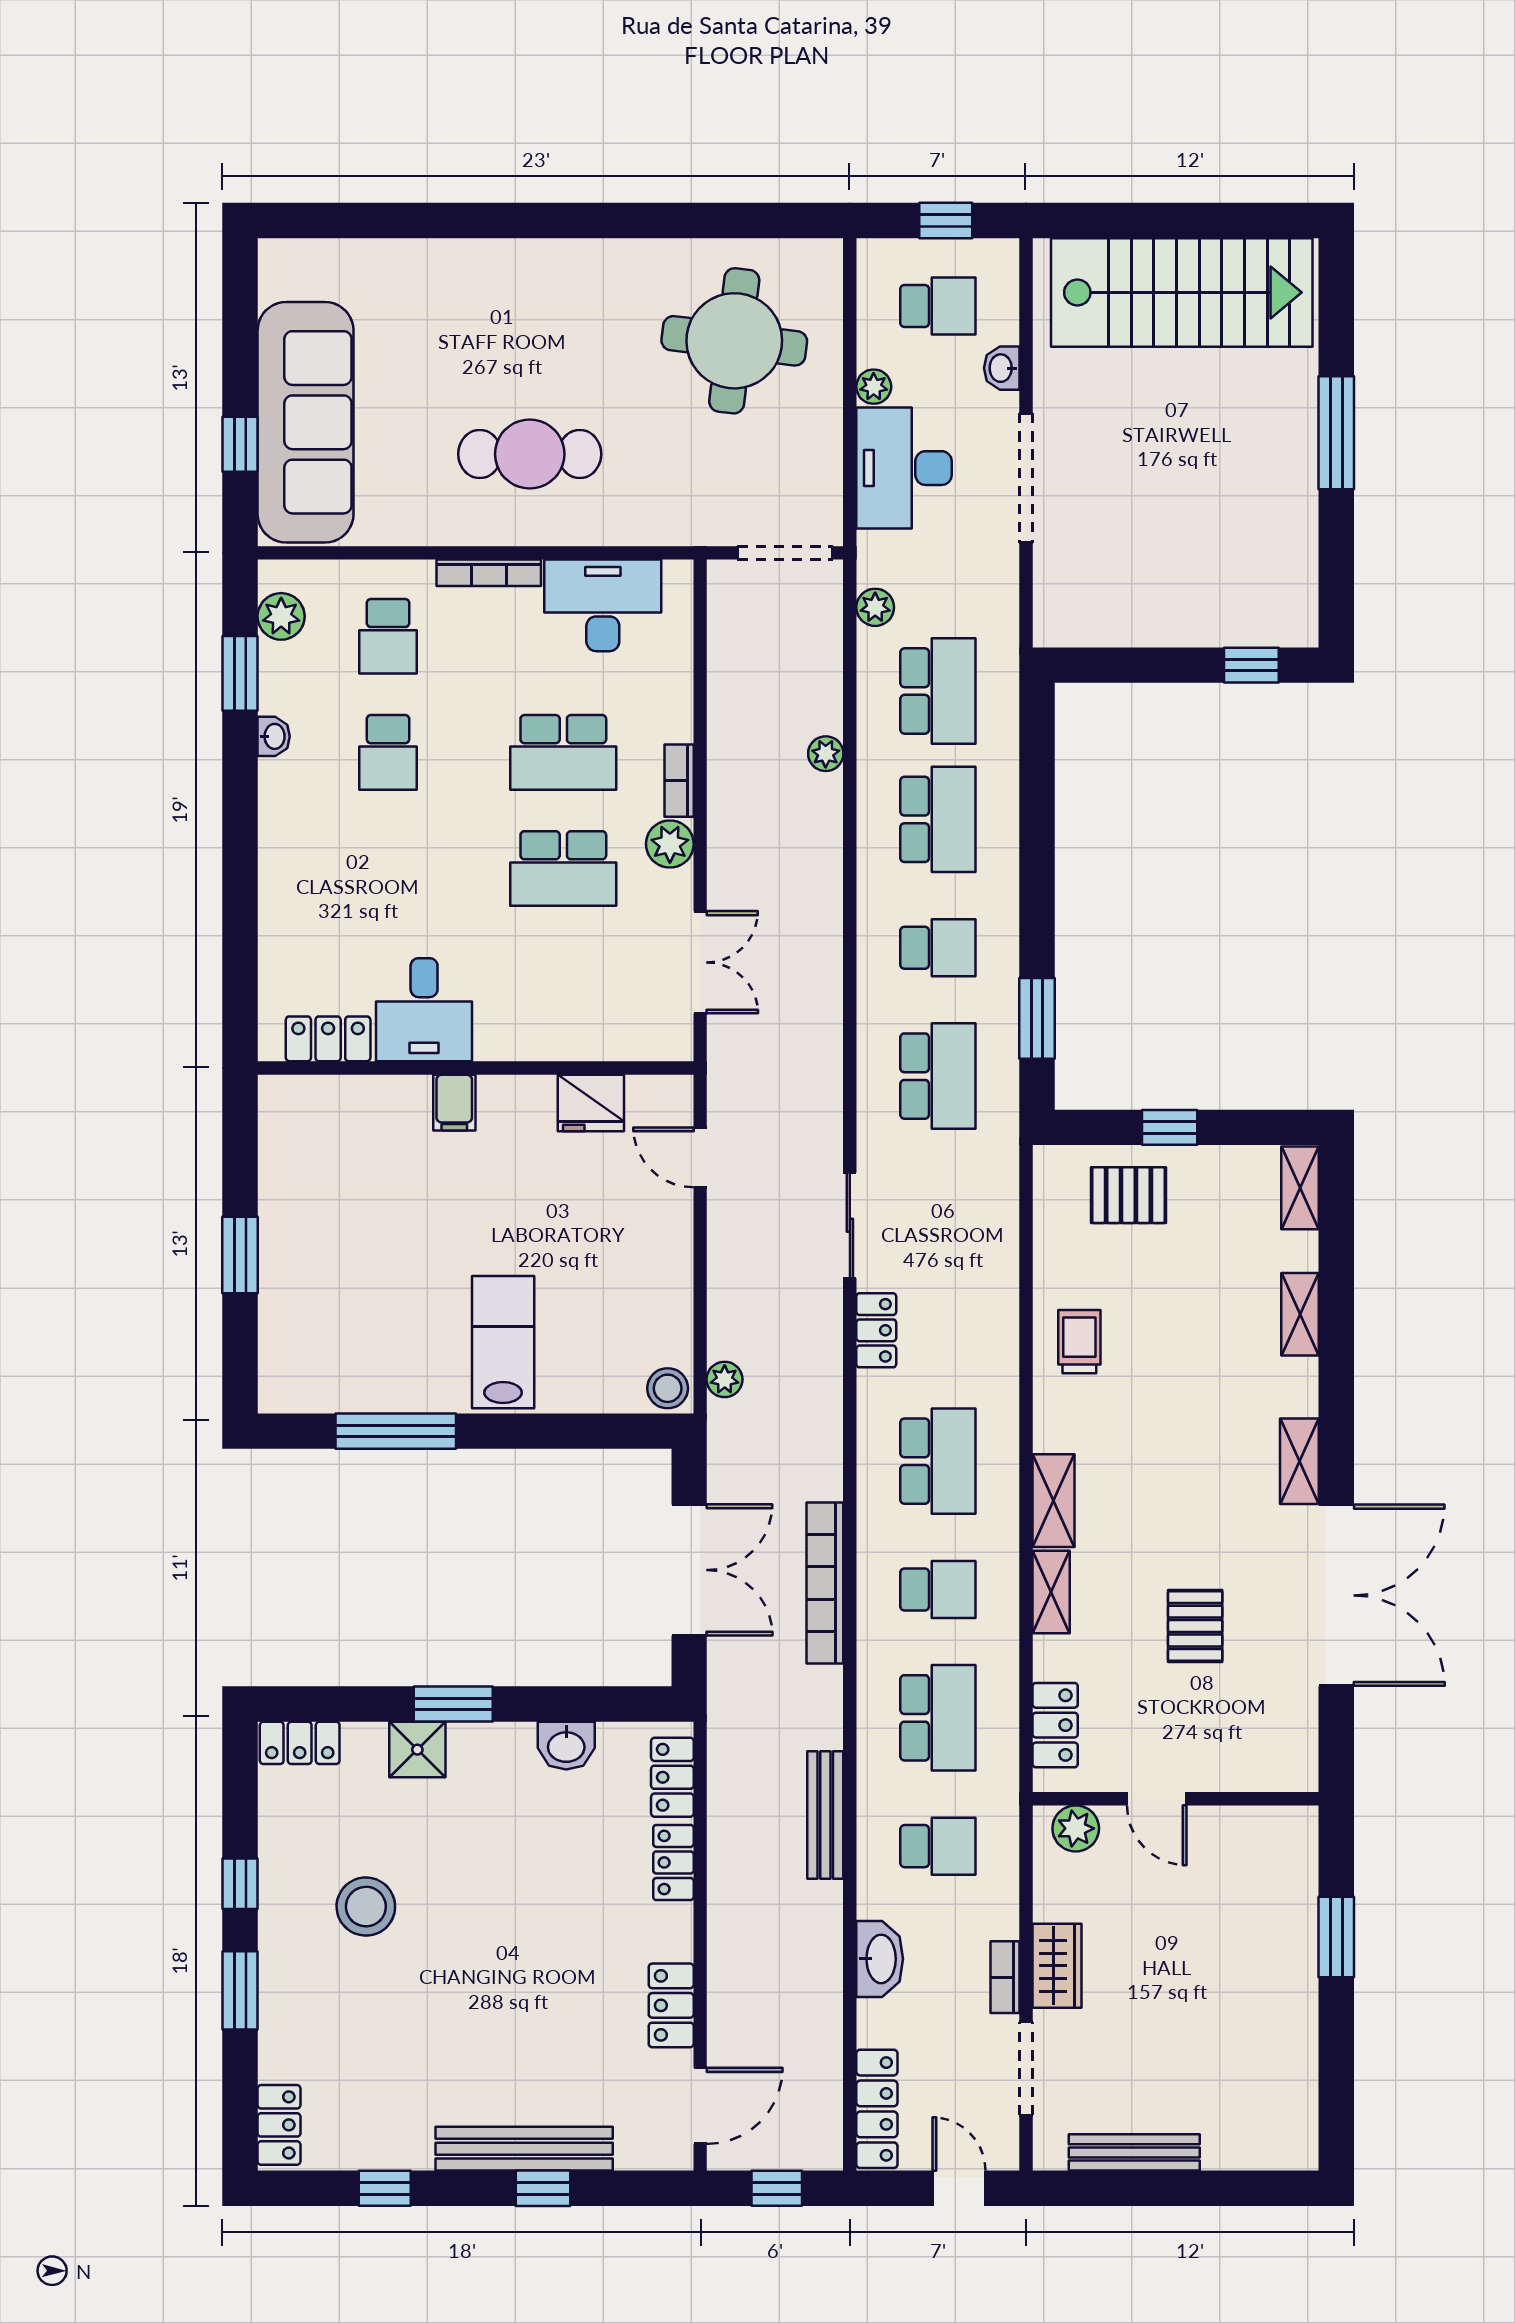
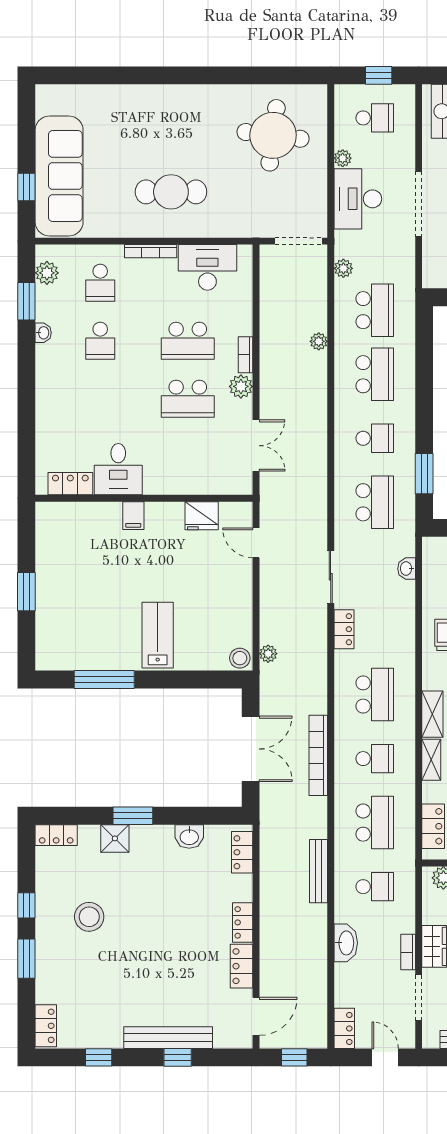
washbasin: (1002, 368) -> (407, 569), moved
locker: (673, 1862) -> (243, 922), moved
locker: (877, 2109) -> (344, 1028), width x0.66

